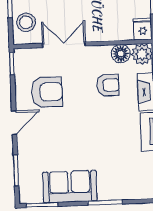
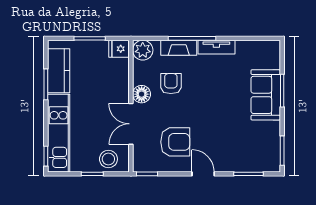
floor lamp: (121, 54) -> (142, 94), moved
armchair: (47, 92) -> (175, 142), turned 90
sofa: (70, 187) -> (266, 95), moved

